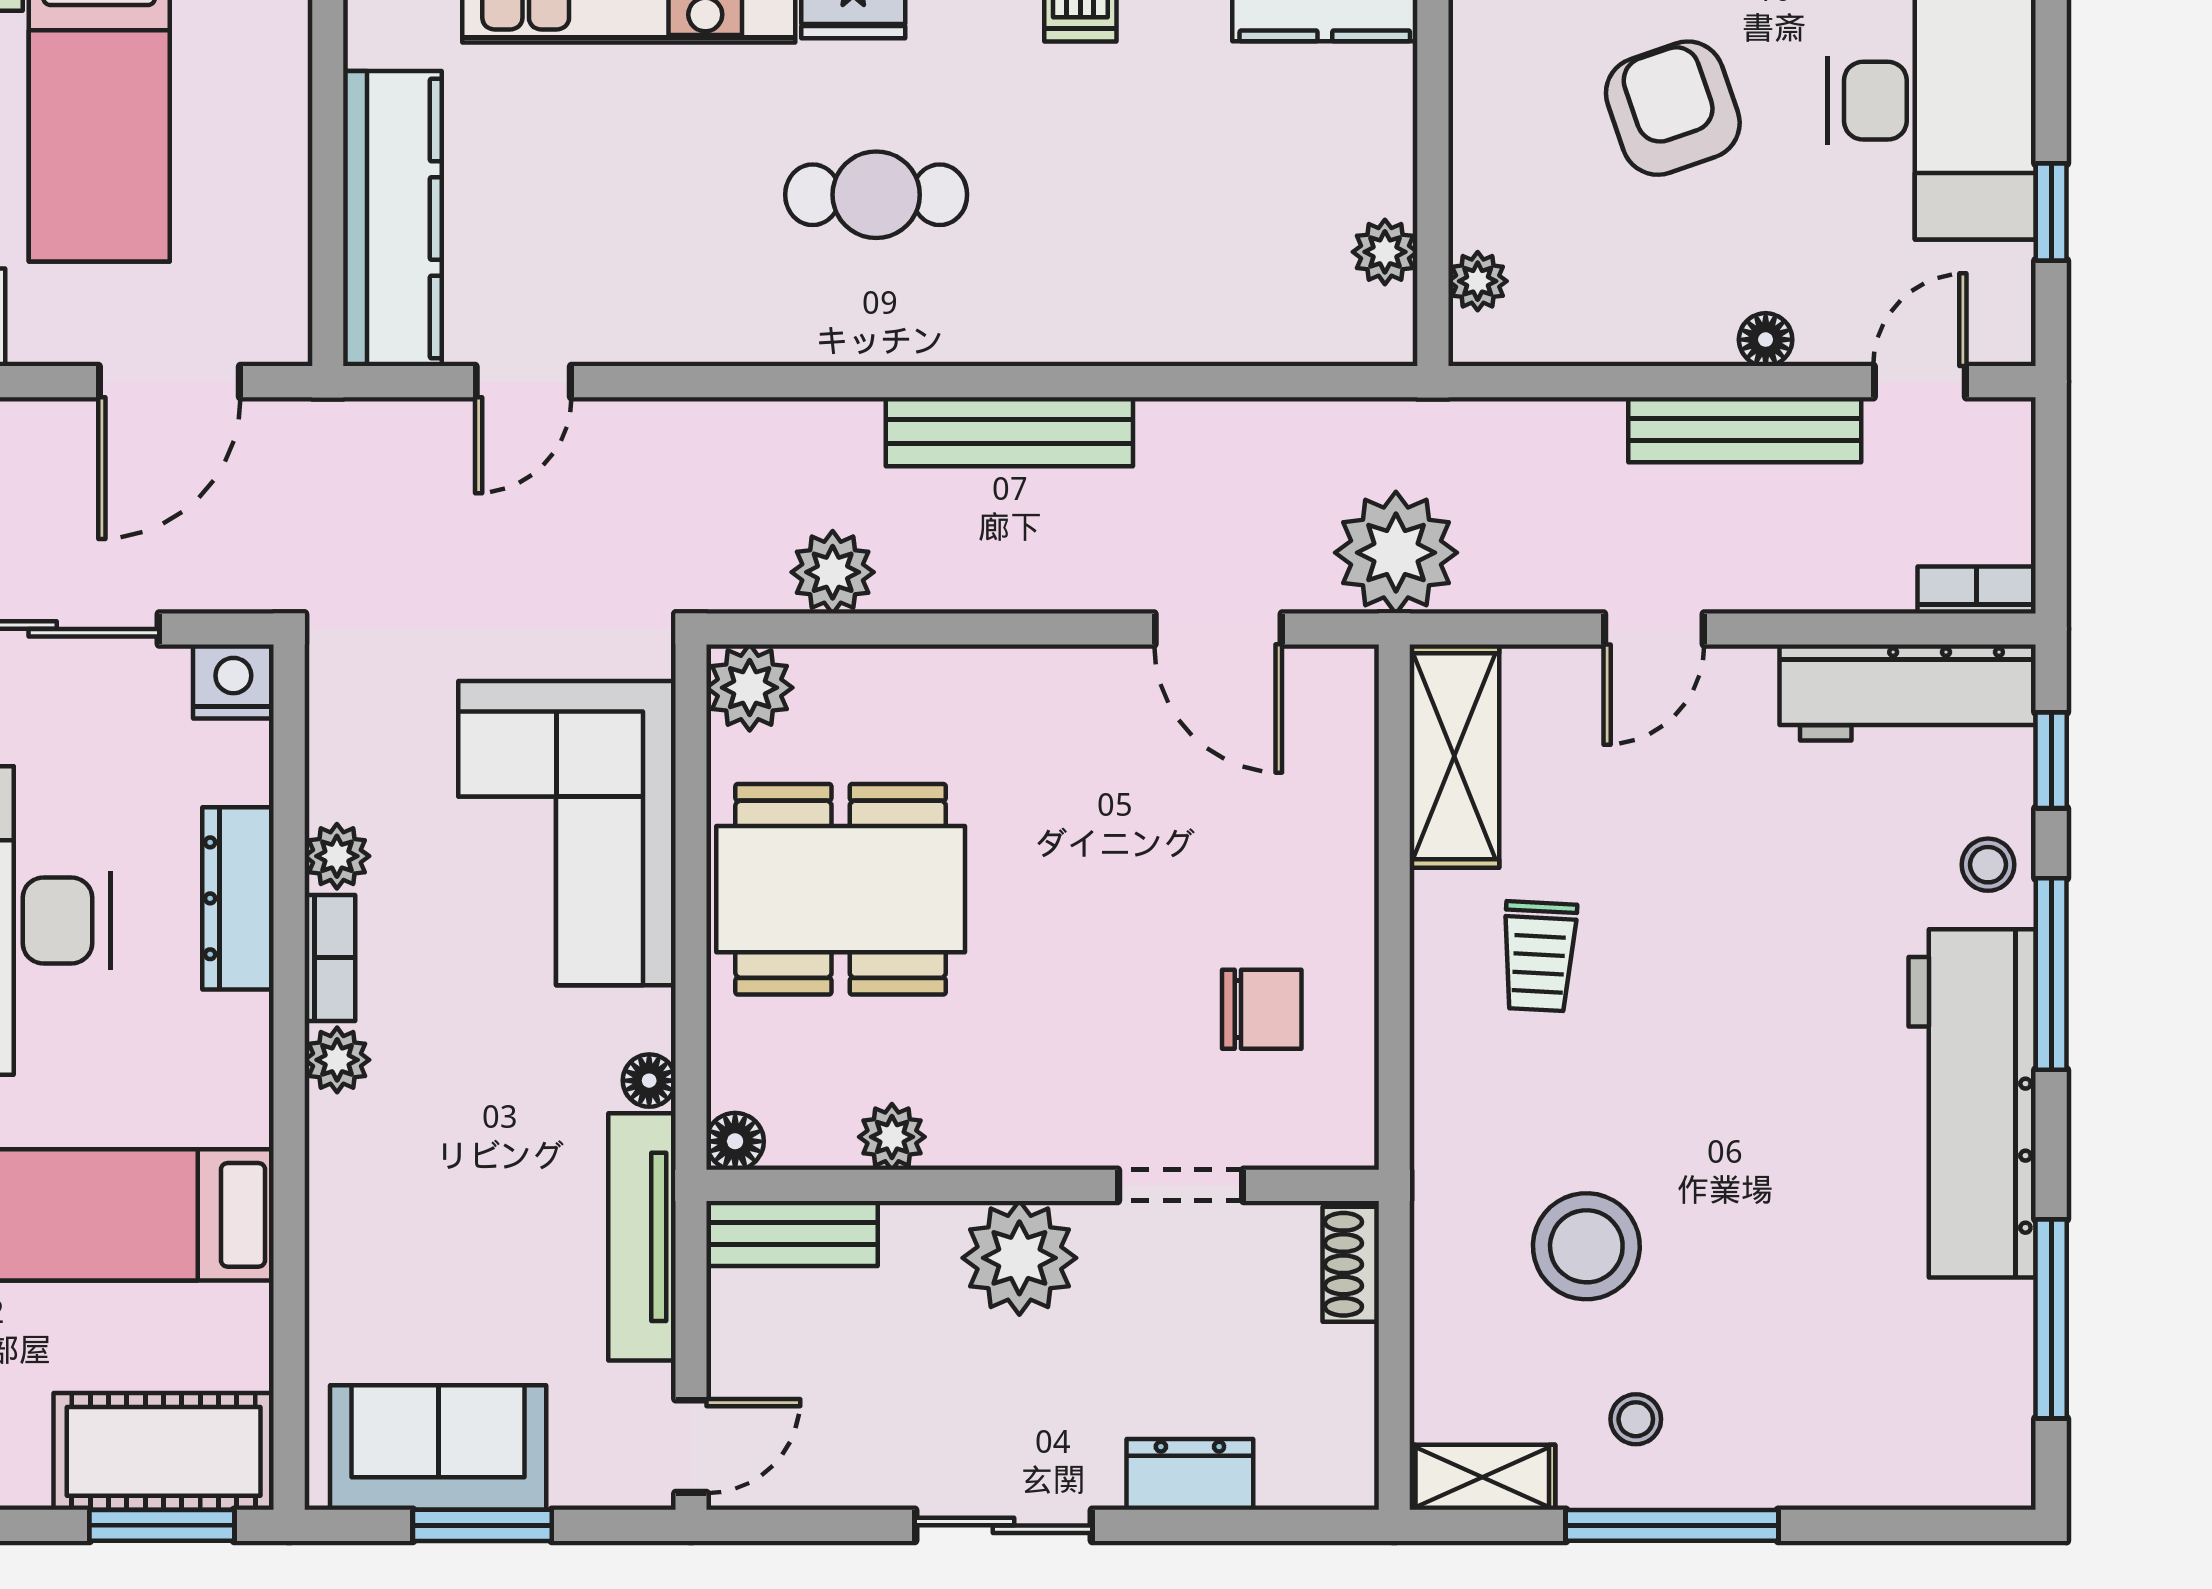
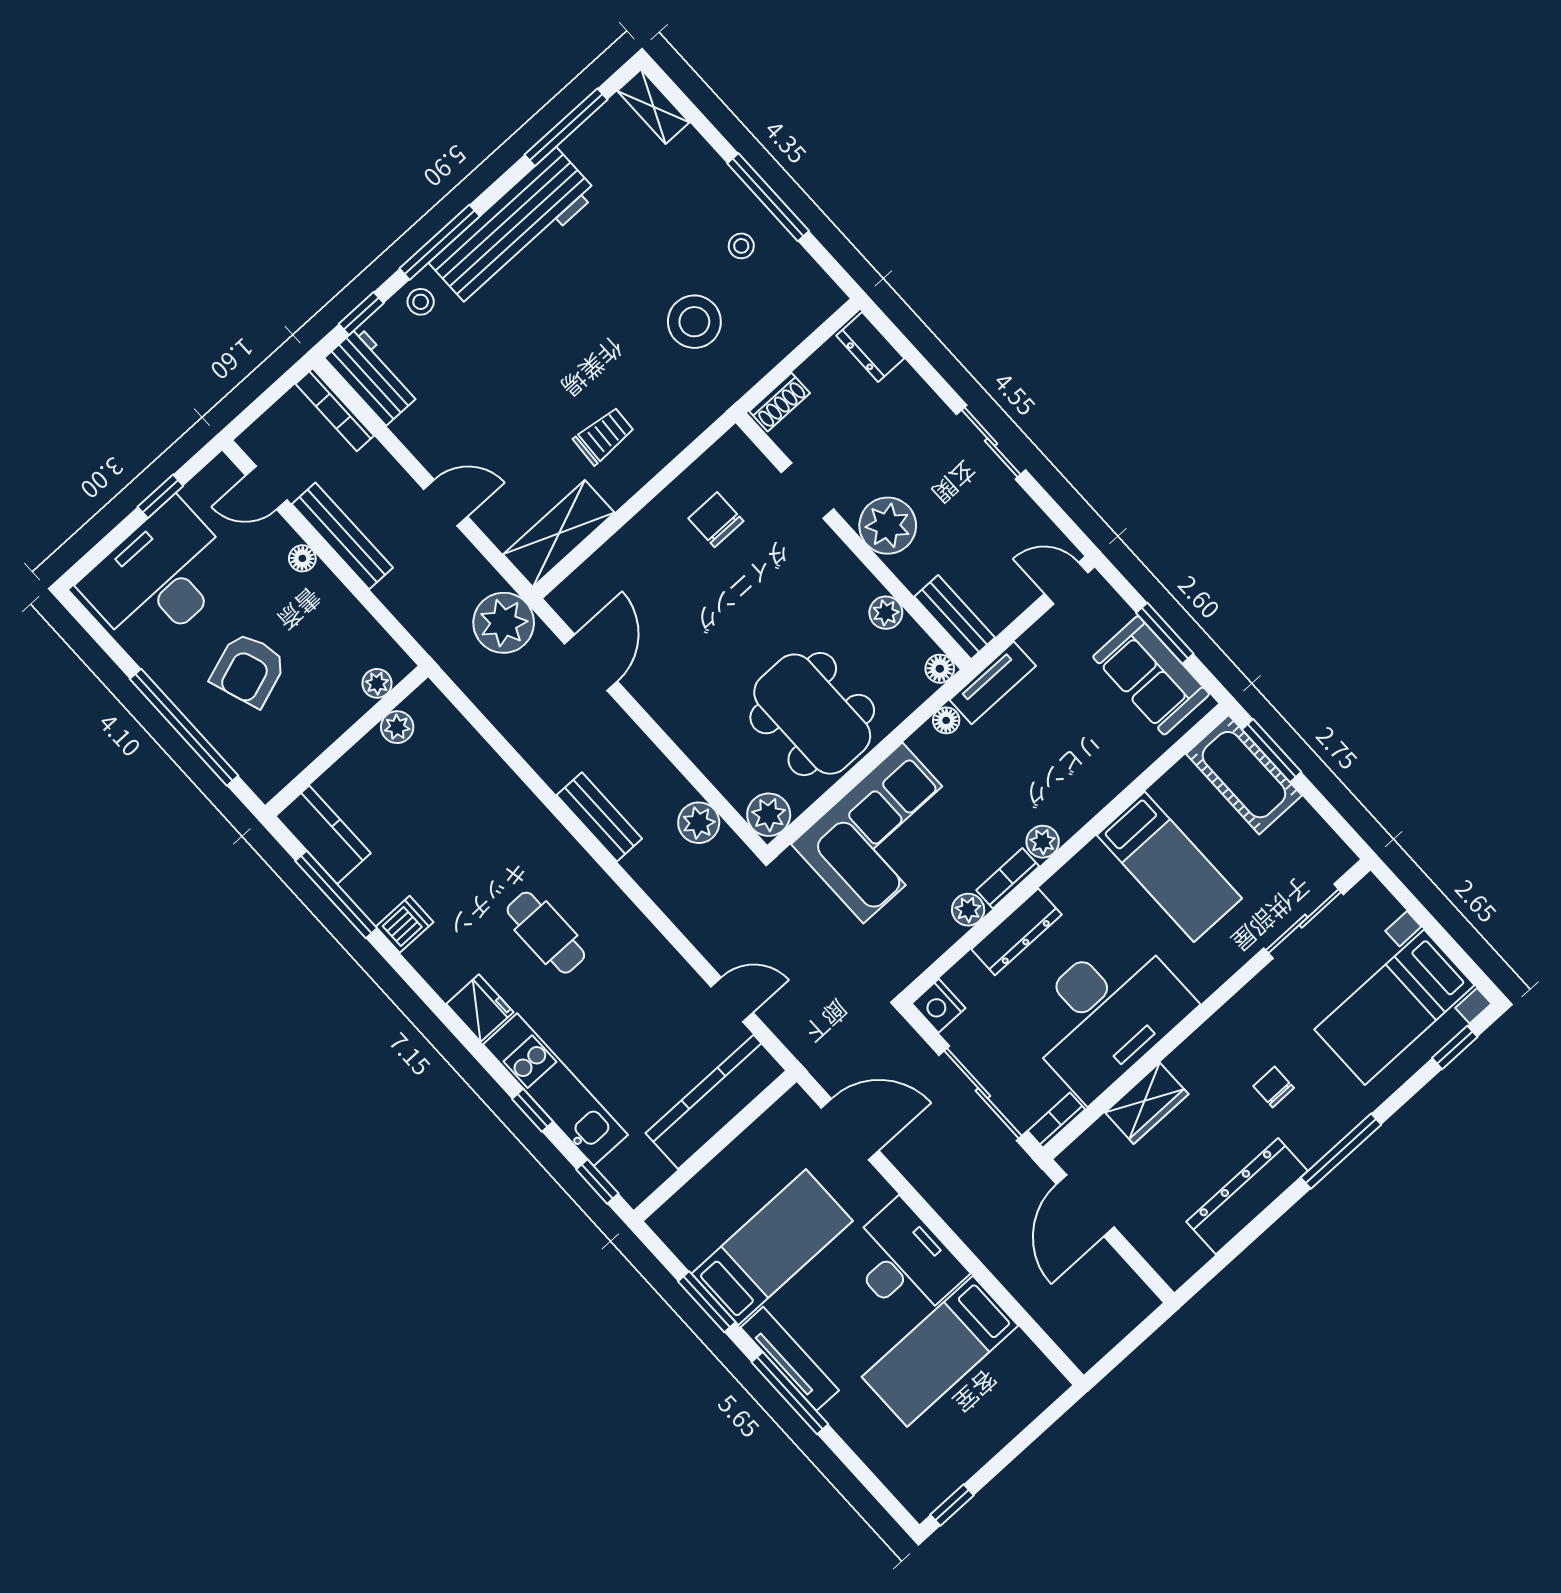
bench: (1009, 432) -> (599, 817), width x0.73
bookcase: (1977, 590) -> (335, 410), width x1.56
workbench: (1908, 693) -> (373, 376), width x0.73
tv unit: (642, 1237) -> (993, 683), width x0.71
dresser: (1190, 1474) -> (870, 347), moved
shelving: (1482, 1477) -> (653, 107), moved

